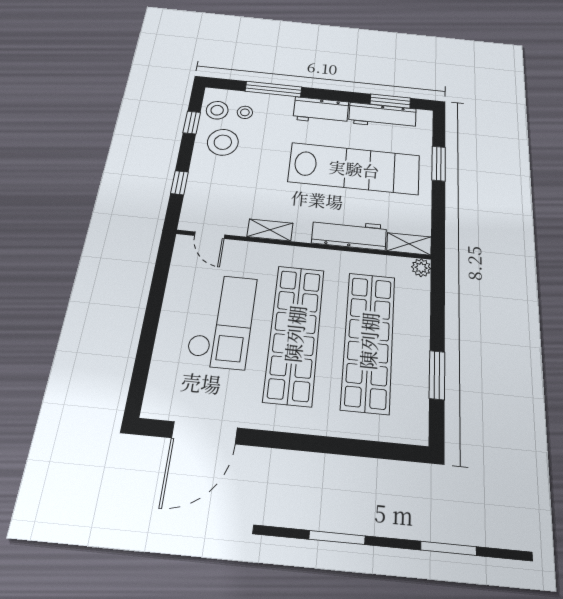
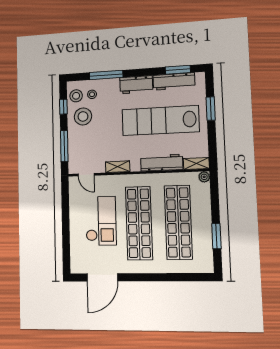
lab bench: (354, 169) -> (160, 121), turned 180
window: (179, 183) -> (64, 146), width x2.17

